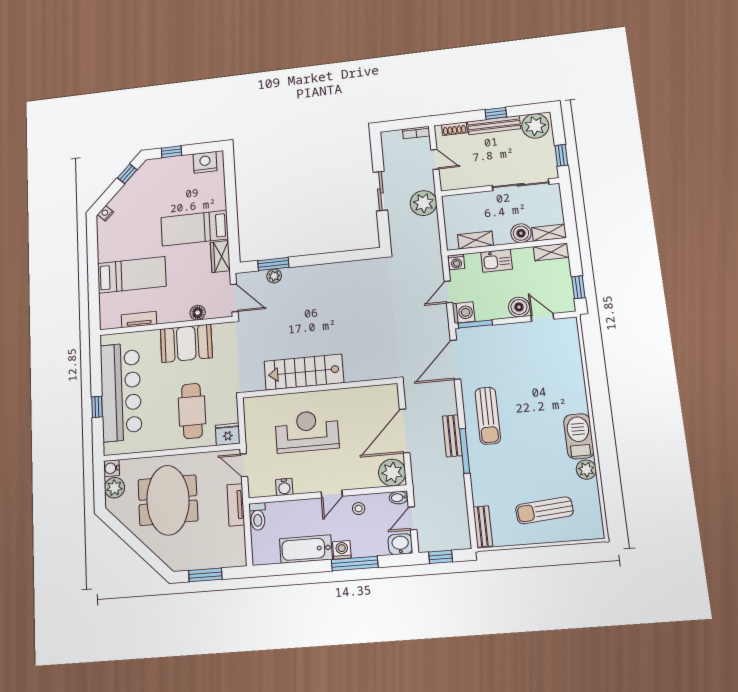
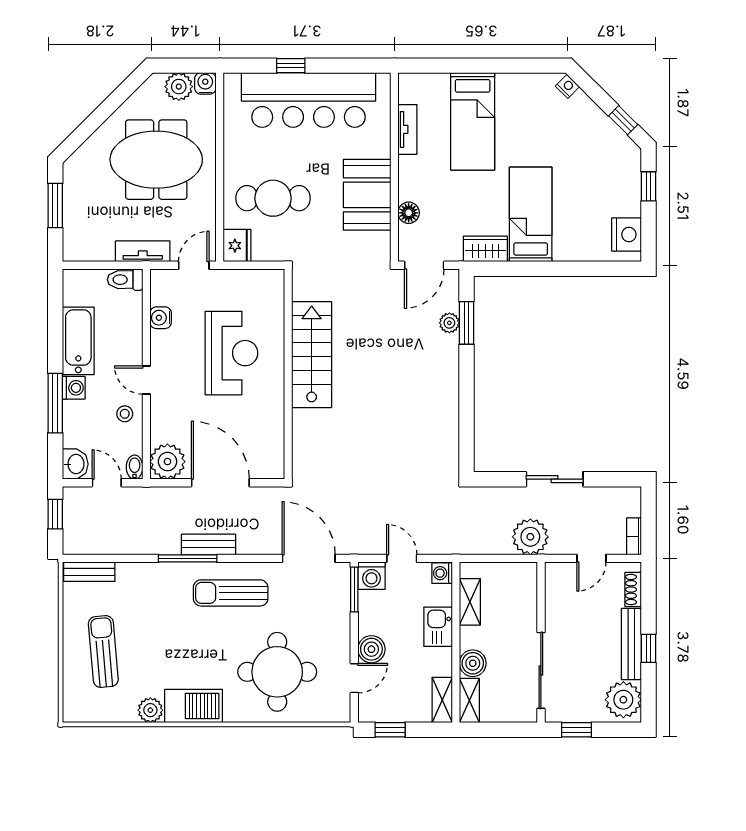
round table: (544, 375) -> (277, 672), added

